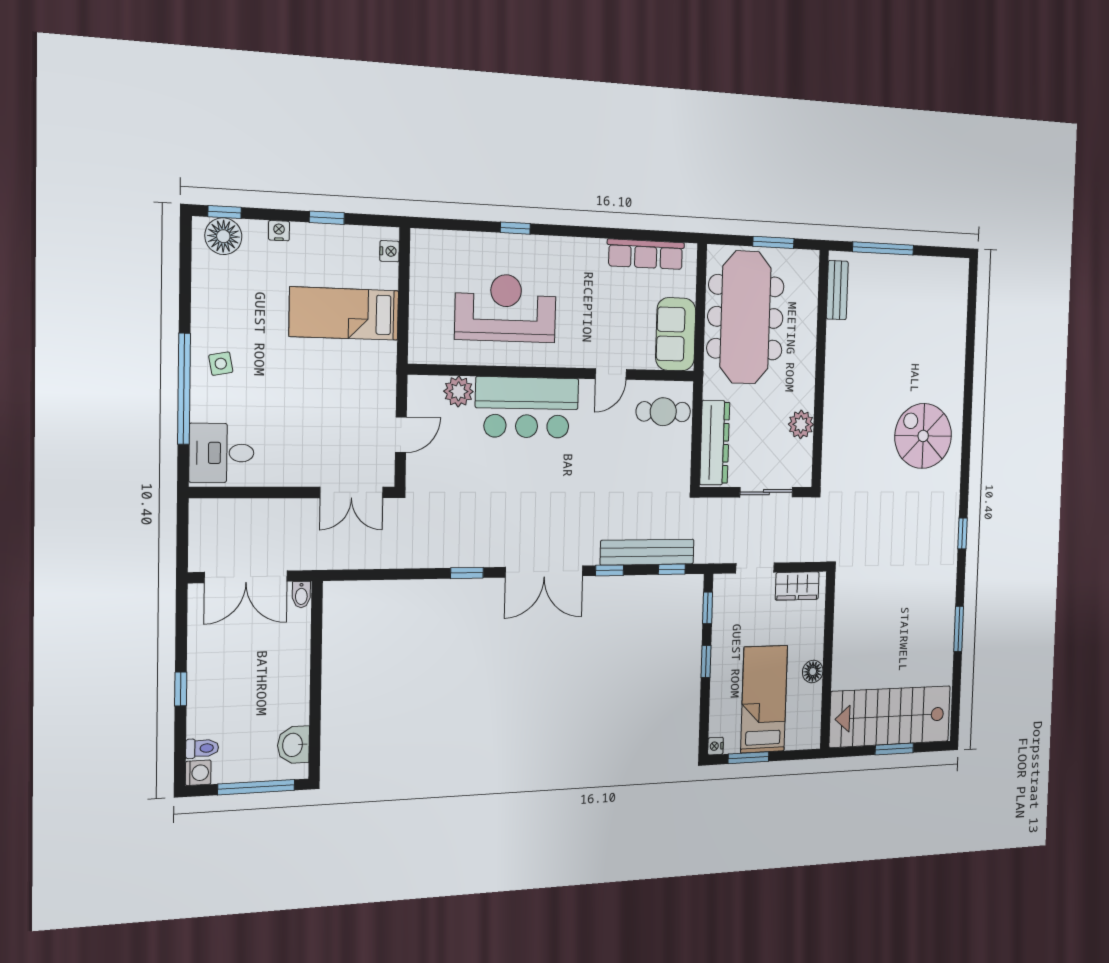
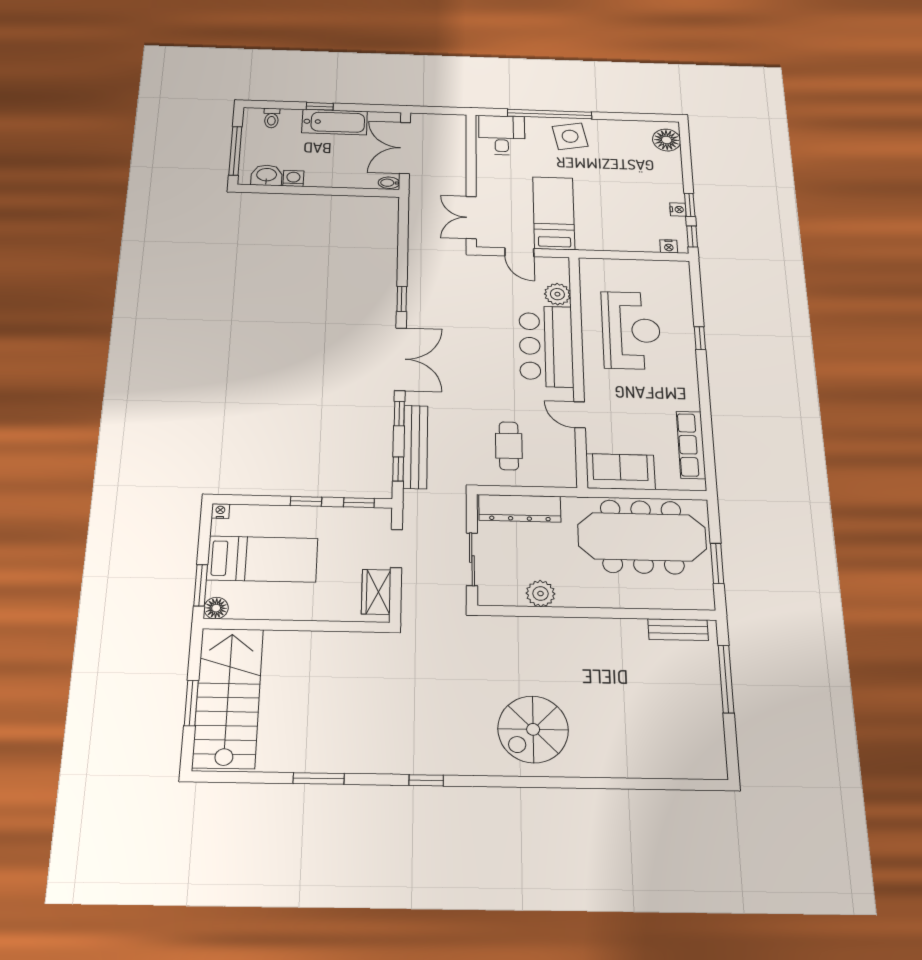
window: (225, 212) -> (692, 237), moved
nightstand: (279, 231) -> (678, 209), moved
bed: (344, 313) -> (554, 213), moved
side table: (221, 364) -> (570, 136), width x1.87, depth x1.87
cafe table: (663, 412) -> (509, 446), moved
spiral stairs: (923, 436) -> (533, 729), turned 180
double door: (544, 572) -> (400, 359), swing flipped
bathtub: (206, 668) -> (335, 122), added
floor lamp: (813, 672) -> (216, 608), moved
window: (748, 758) -> (201, 585), moved
washing machine: (198, 773) -> (293, 178), moved, turned 180

